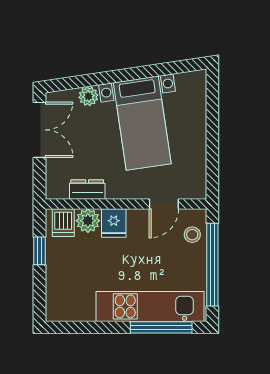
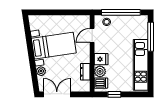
door: (164, 204) -> (92, 35), swing flipped
kitchen unit: (150, 306) -> (141, 65), moved

